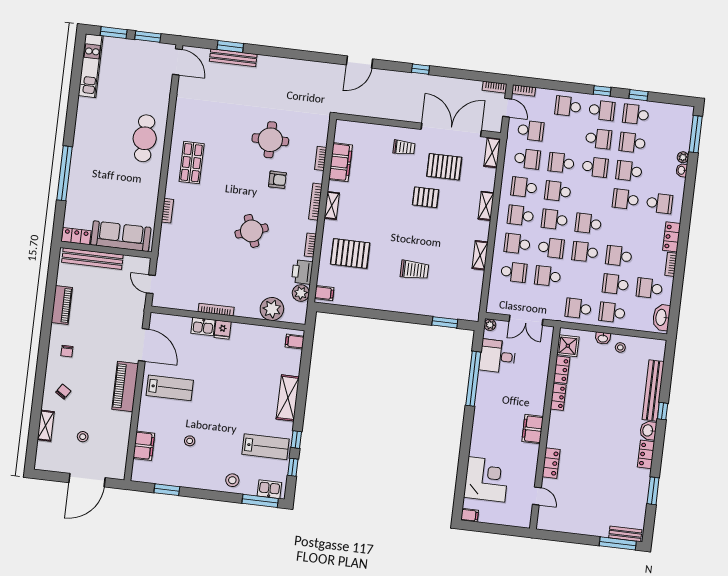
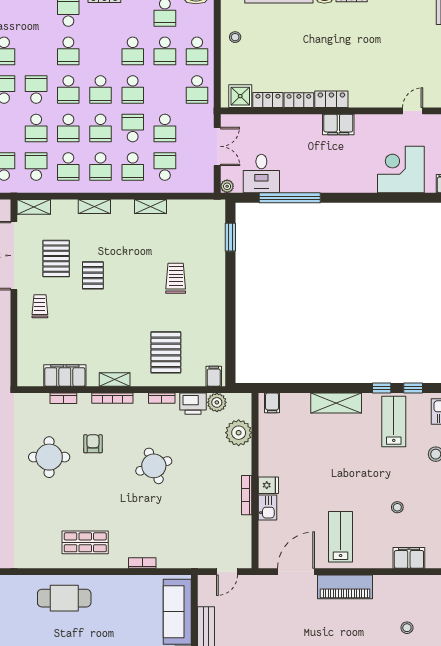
school desk: (629, 171) -> (68, 89), moved
washbasin: (603, 338) -> (227, 58), removed
locker: (551, 463) -> (331, 99), moved

